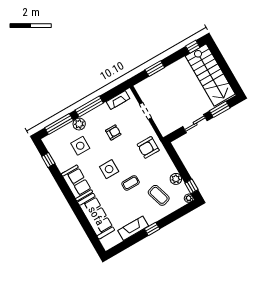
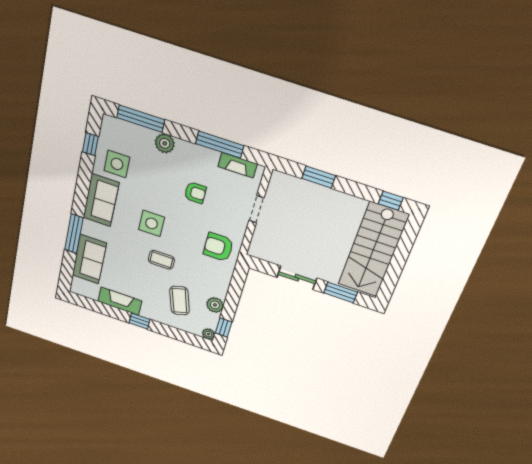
window: (89, 107) -> (220, 145), moved
side table: (80, 146) -> (117, 164), moved
window: (80, 215) -> (74, 234), added
sofa: (96, 216) -> (89, 259), width x0.73

